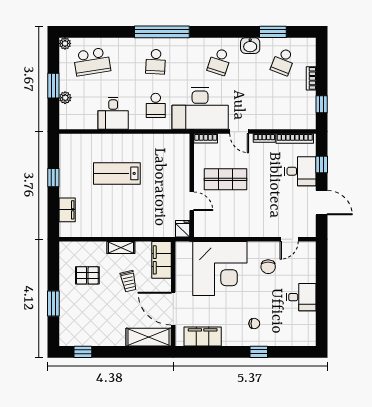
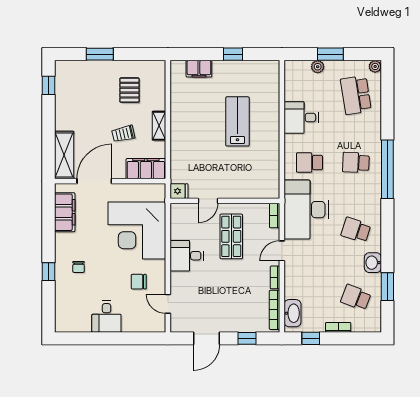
washbasin: (298, 121) -> (292, 313), added
desk: (300, 171) -> (187, 256), moved, turned 90

